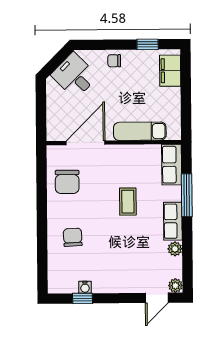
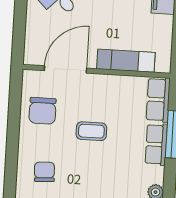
coffee table: (128, 202) -> (91, 131), moved, turned 90
row of seats: (173, 221) -> (156, 144), moved

